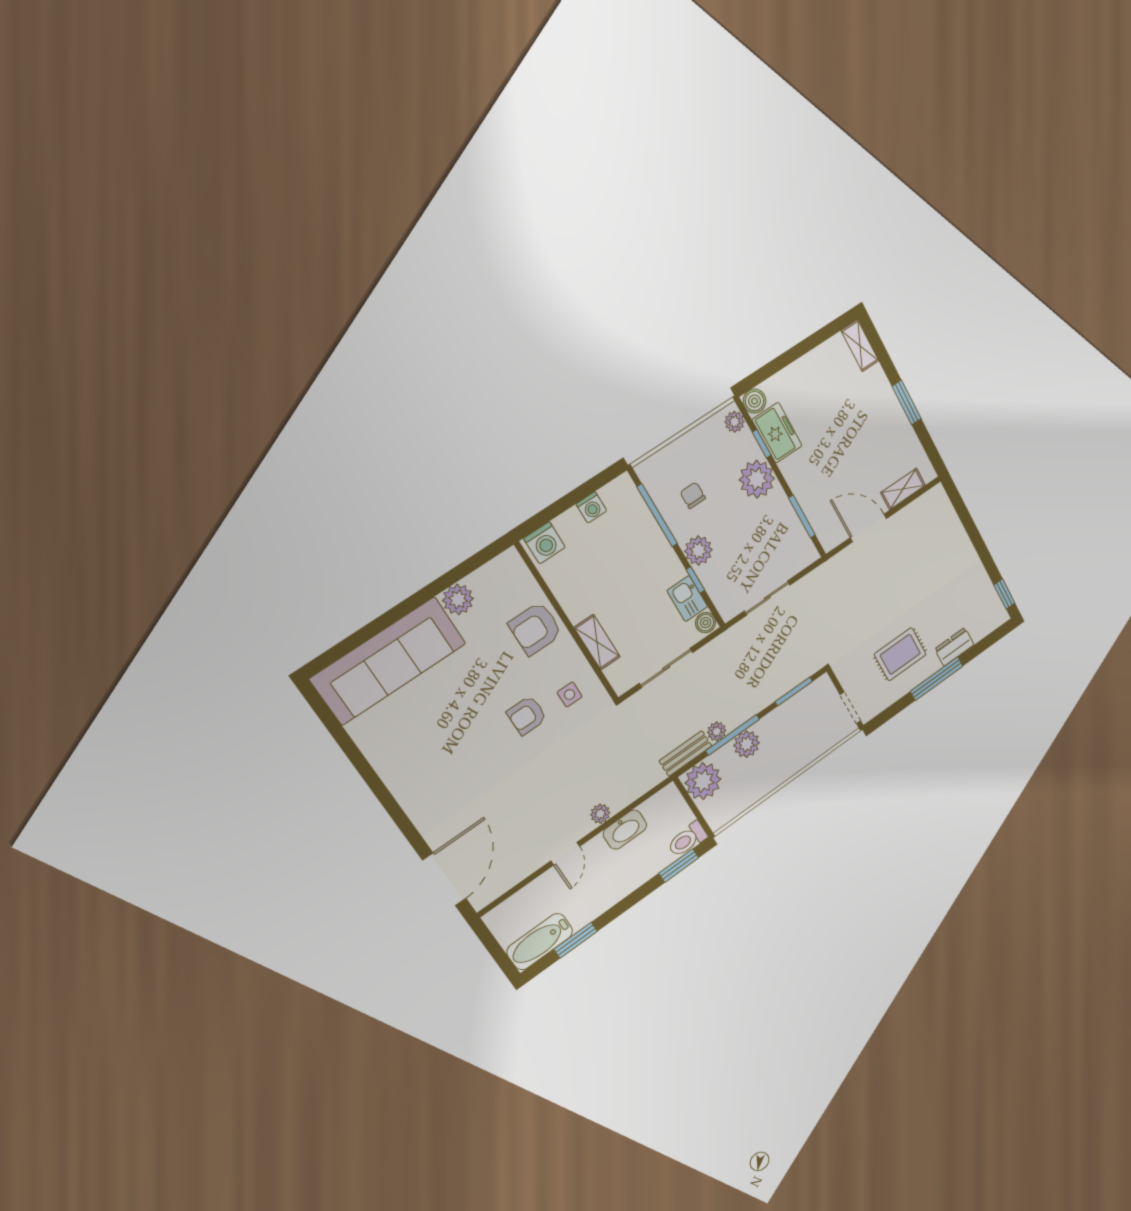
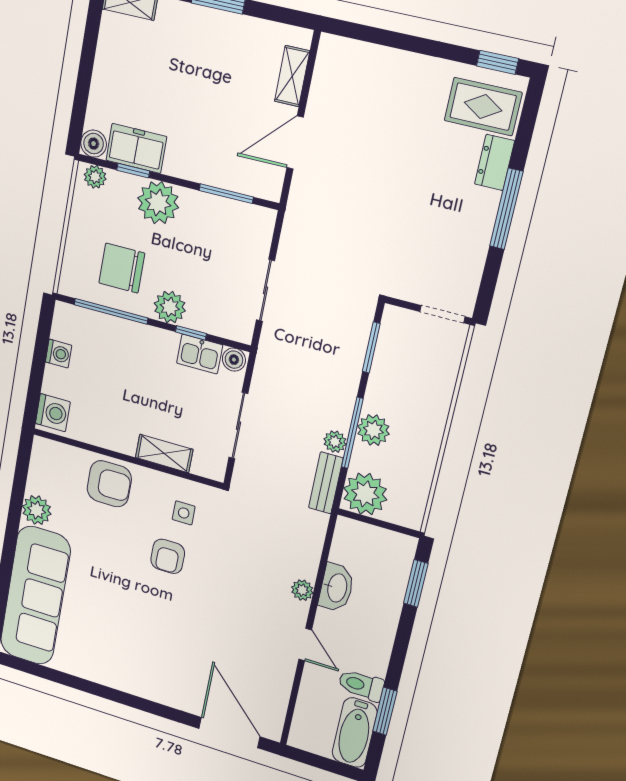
chair: (693, 495) -> (122, 268), width x1.87, depth x1.87
armchair: (535, 629) -> (109, 484), turned -90
rug: (900, 654) -> (483, 107), moved, turned 90
toilet: (687, 839) -> (361, 685), moved, turned 90

